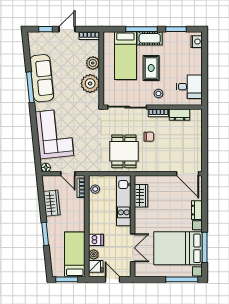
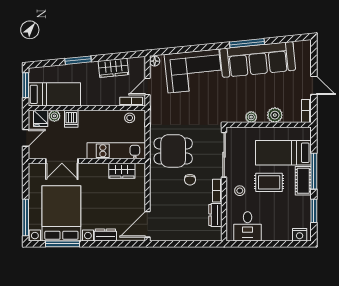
window: (46, 29) -> (314, 61), removed
sofa: (42, 78) -> (258, 59), width x1.36, depth x1.27
plant: (90, 84) -> (251, 117), width x0.53, depth x0.53

